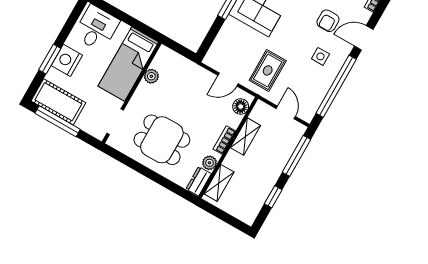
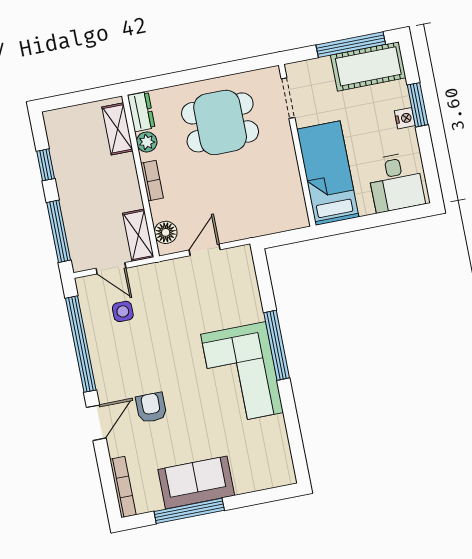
side table: (320, 56) -> (123, 311), moved
nightstand: (67, 60) -> (405, 118), width x0.53, depth x0.56
rug: (268, 70) -> (170, 297), removed
plant: (151, 76) -> (291, 182), removed
shelving: (245, 137) -> (138, 235), moved

